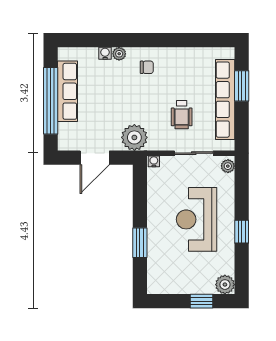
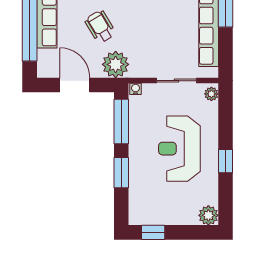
wheelchair: (182, 115) -> (100, 27), moved, turned 149
door: (95, 158) -> (75, 85), swing flipped
window: (140, 193) -> (121, 122), added
window: (201, 301) -> (153, 232), moved

